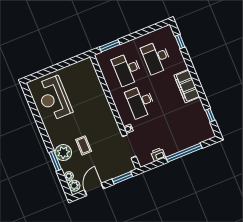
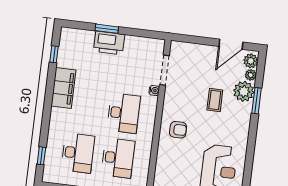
filing cabinet: (187, 86) -> (63, 88), moved
armchair: (97, 111) -> (178, 130), added
plant: (63, 153) -> (244, 91), moved
window: (184, 153) -> (107, 29), width x0.47
printer: (158, 154) -> (109, 43), moved, width x1.87, depth x1.48
window: (122, 178) -> (192, 39), removed

